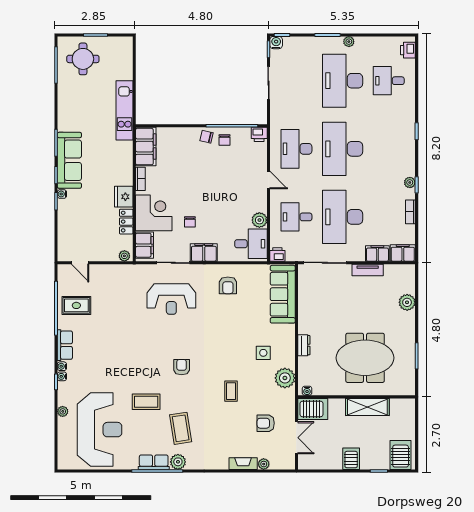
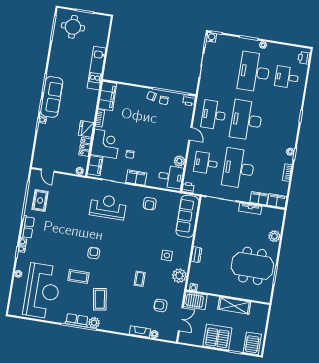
reception desk: (171, 299) -> (108, 207), turned 180
rug: (76, 305) -> (40, 200), turned 90
meeting table: (365, 358) -> (252, 266), moved
armchair: (182, 367) -> (94, 253), moved
server rack: (351, 459) -> (217, 337), width x2.18, depth x1.44

